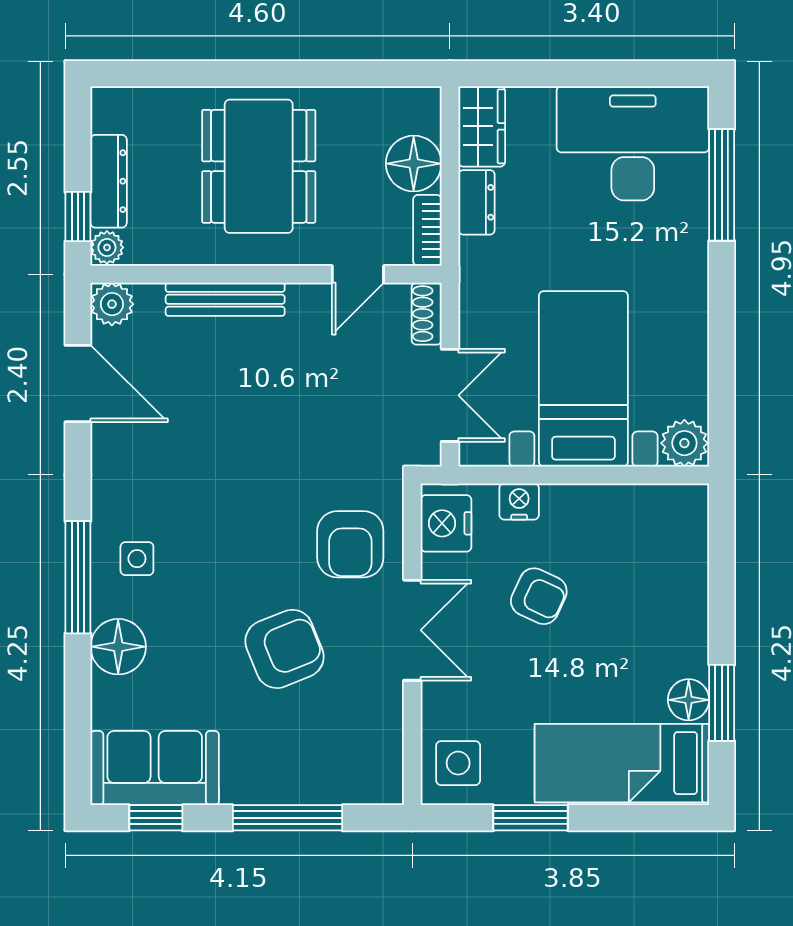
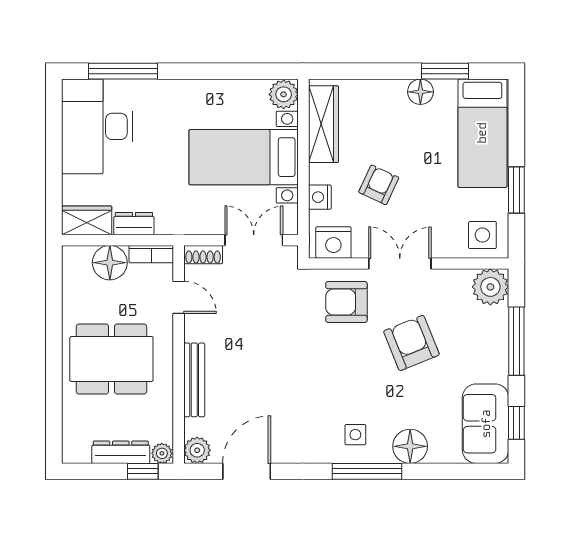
wardrobe: (636, 507) -> (323, 124), added
armchair: (350, 544) -> (346, 302), turned 180
floor lamp: (689, 700) -> (420, 92), moved
plant: (375, 776) -> (490, 287), added

